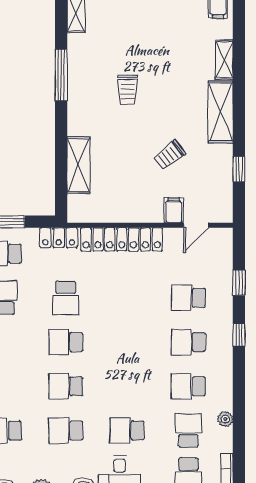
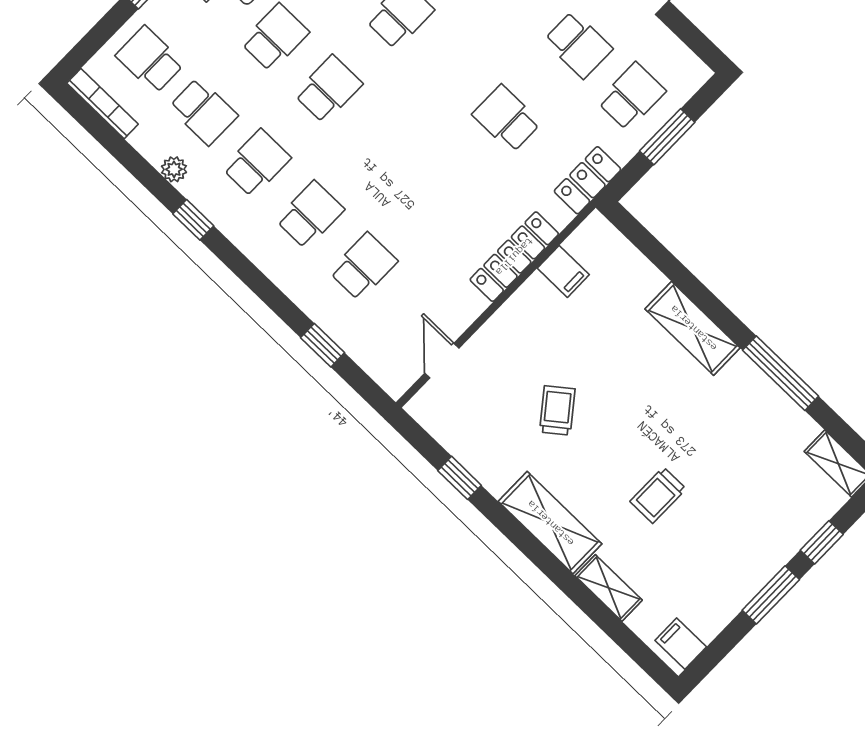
trolley: (128, 89) -> (658, 495), moved, turned -90
shelving: (78, 165) -> (693, 328), moved
filing cabinet: (174, 210) -> (563, 271), moved
locker: (122, 239) -> (514, 257), width x0.71, depth x0.83
window: (239, 335) -> (193, 220), moved
school desk: (66, 342) -> (328, 89), moved

